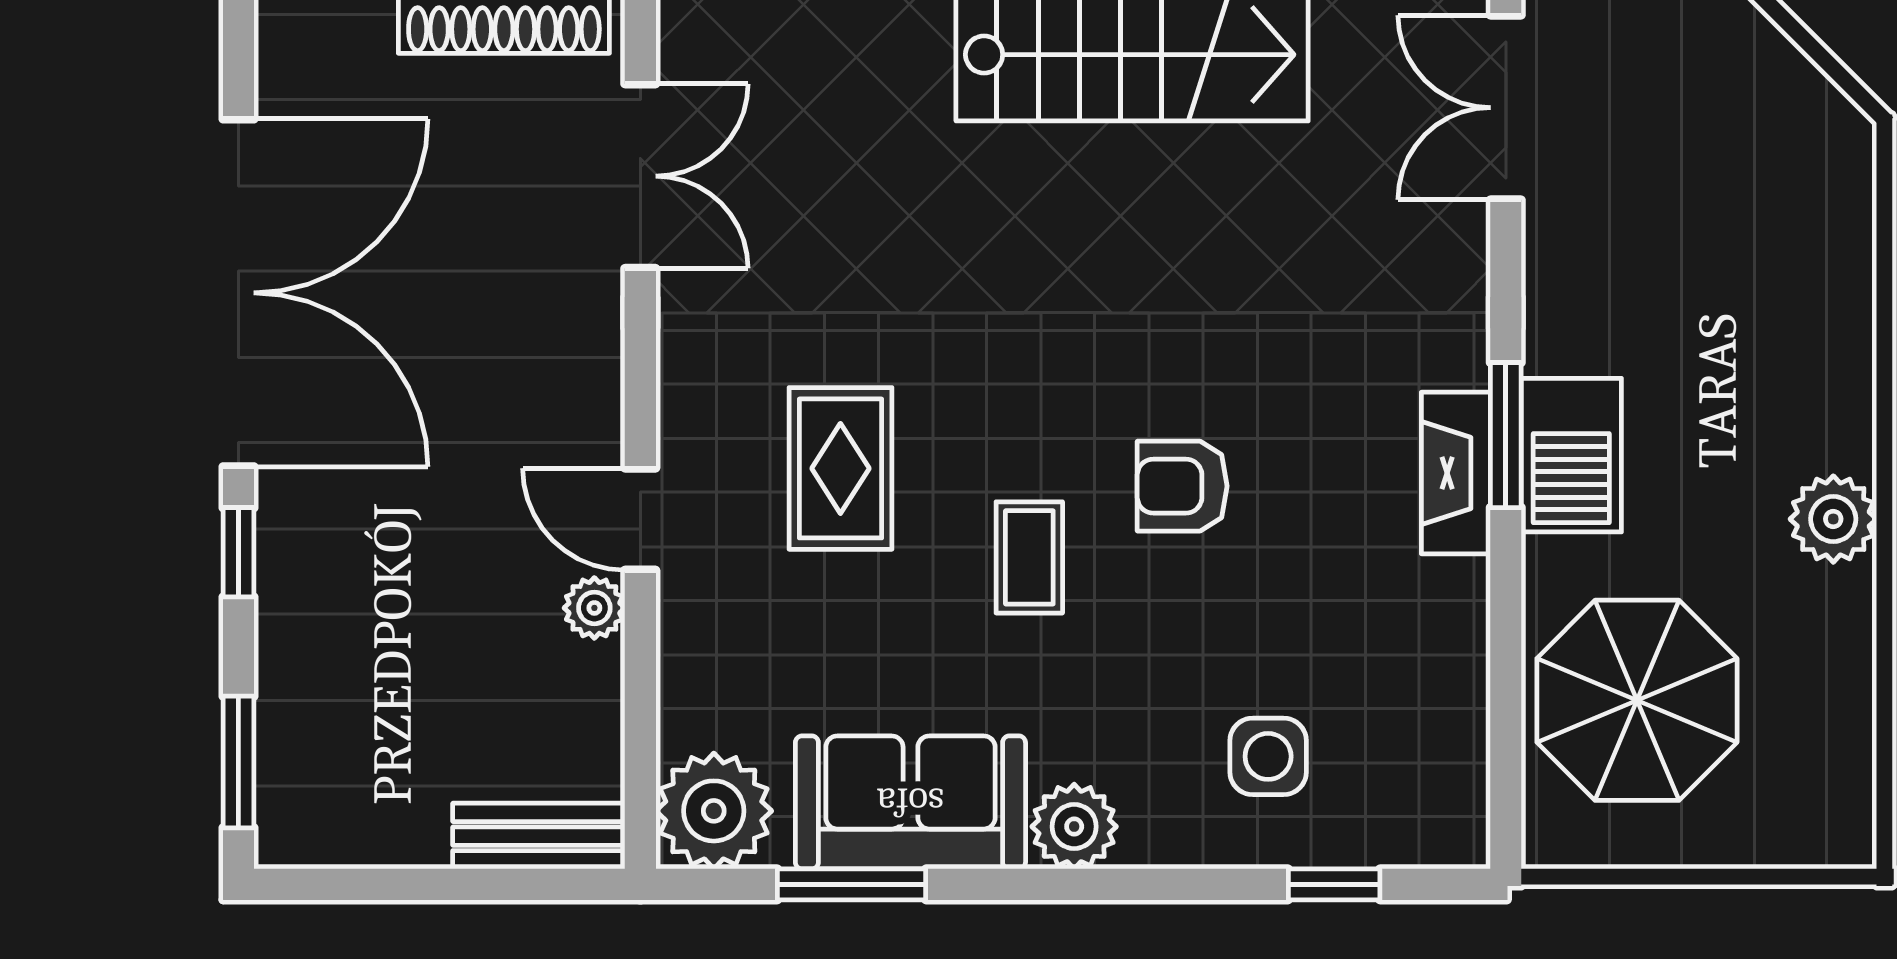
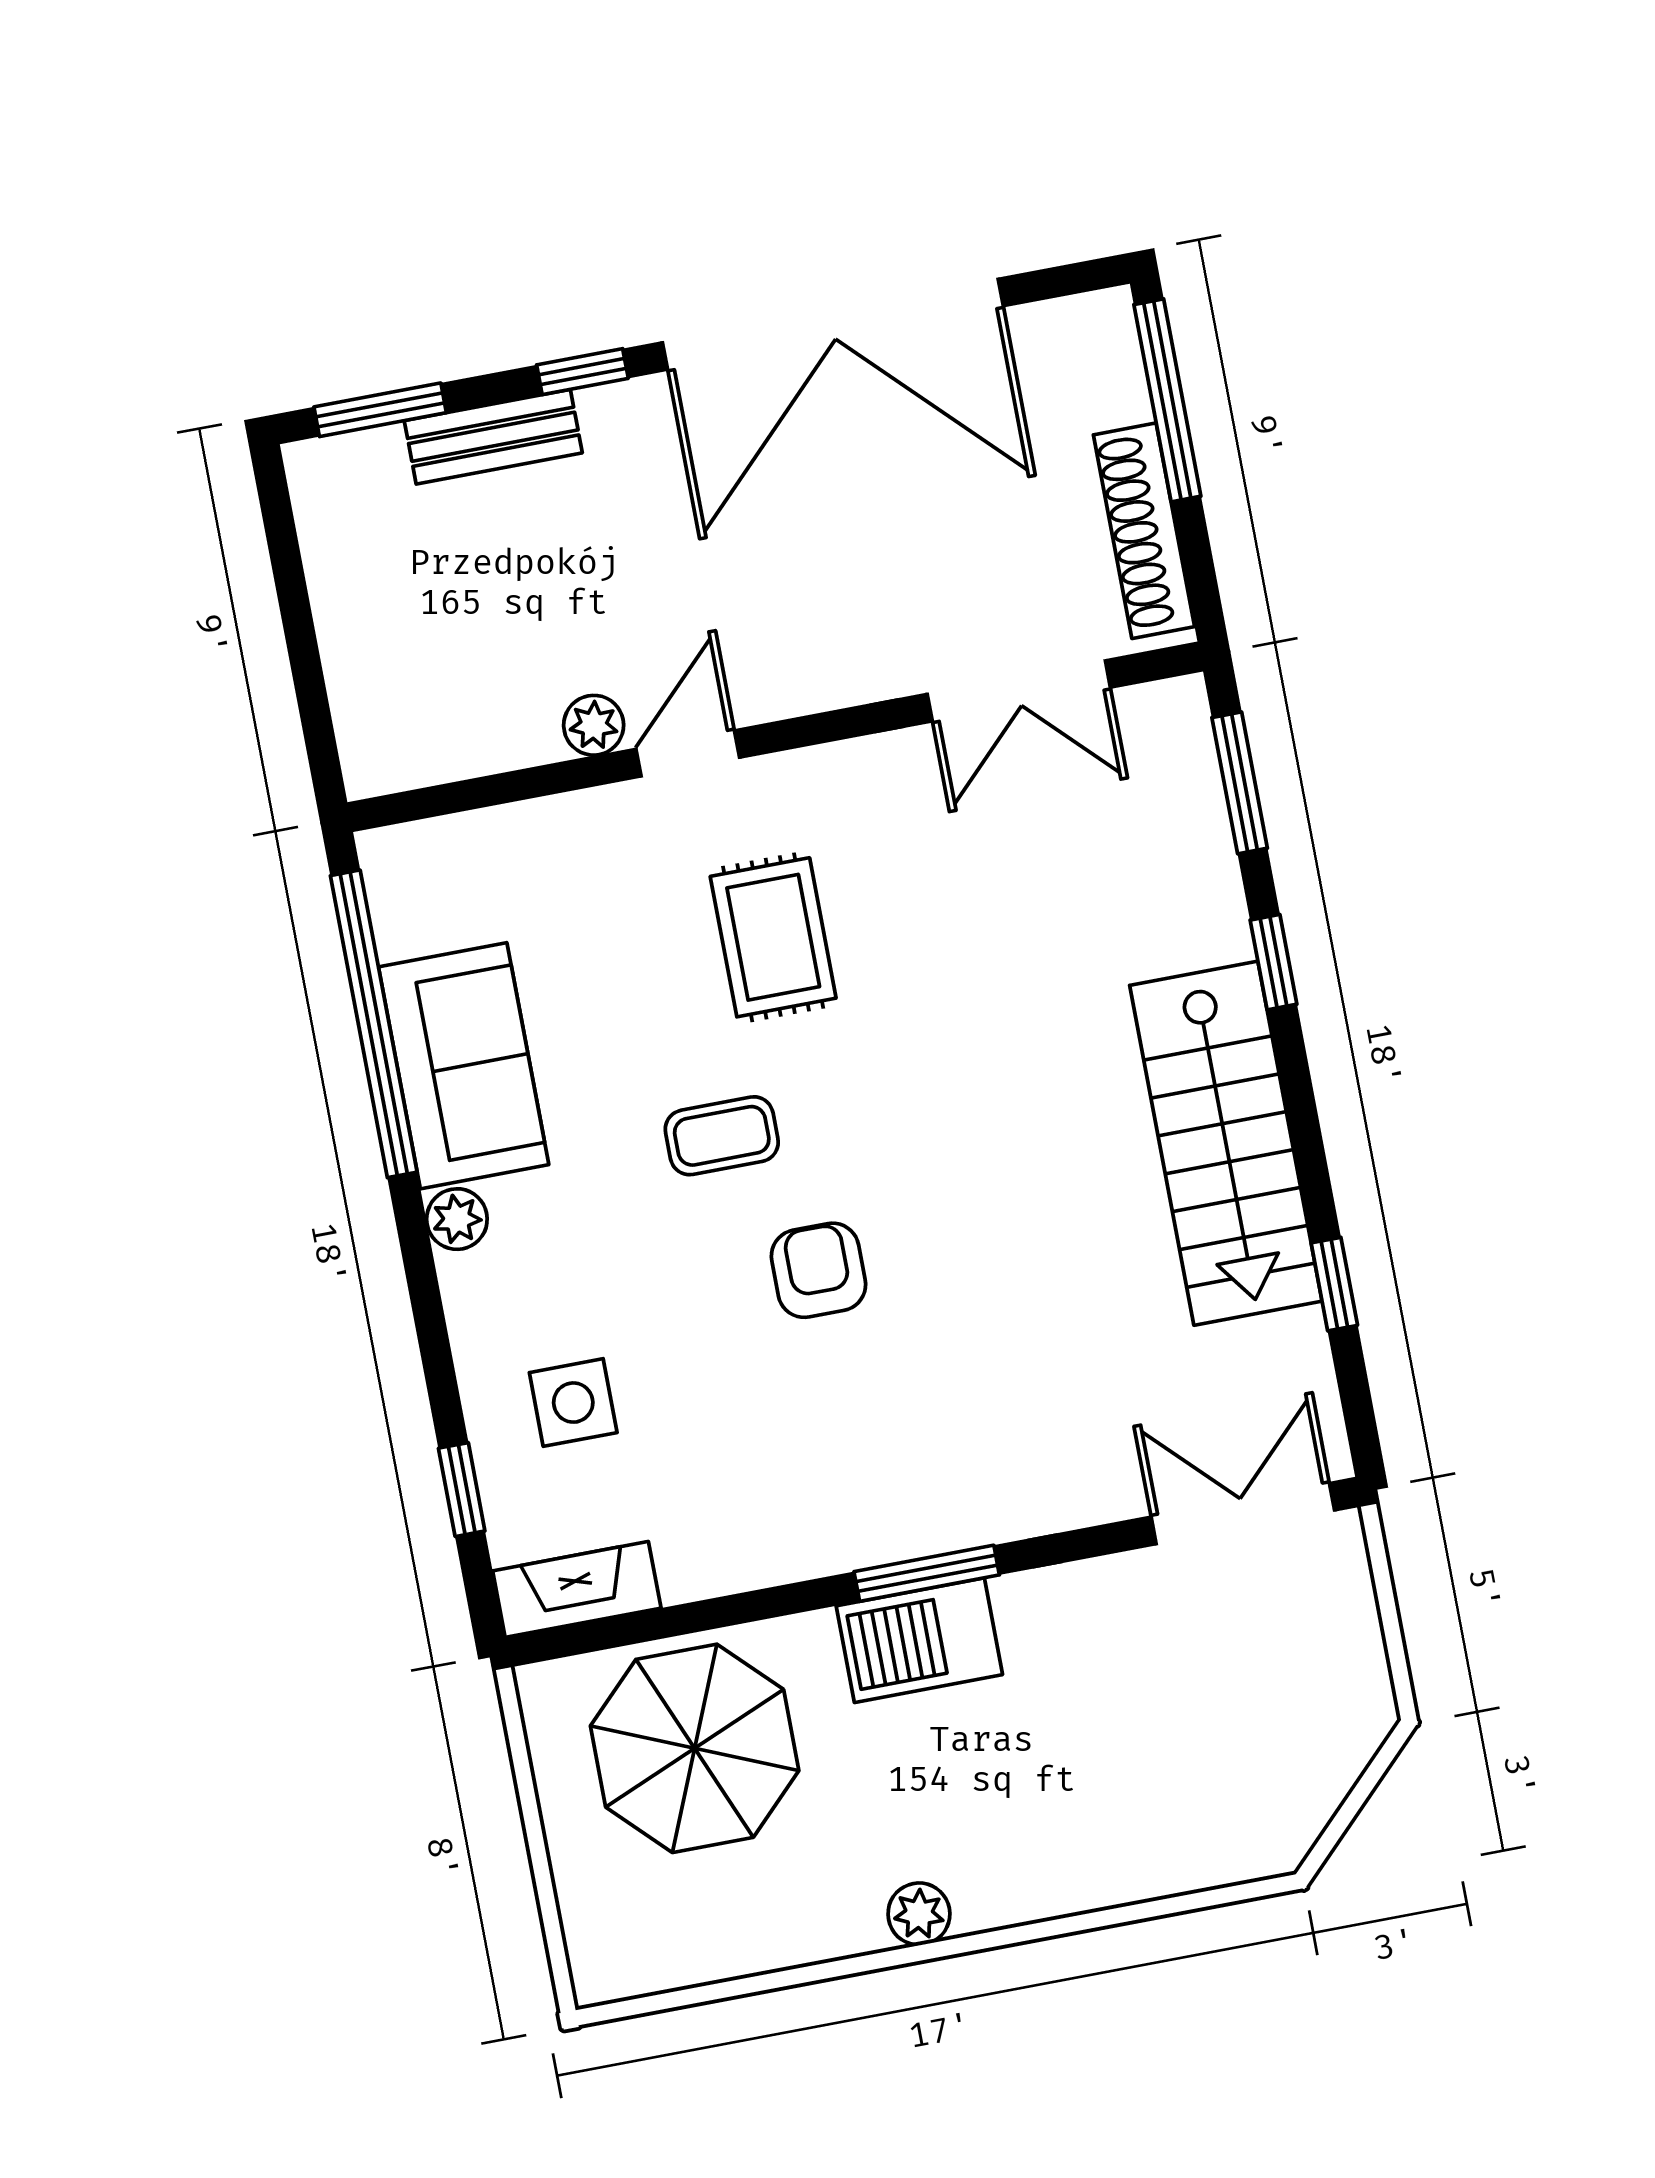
rug: (840, 468) -> (773, 937), turned 90
fireplace: (1456, 473) -> (577, 1589), moved
plant: (1833, 519) -> (919, 1914), width x0.73, depth x0.73
plant: (714, 811) -> (420, 877), removed
plant: (1074, 827) -> (457, 1219), width x0.73, depth x0.73
bench: (539, 836) -> (493, 437), moved, turned 90
window: (852, 884) -> (374, 1024), width x2.11

